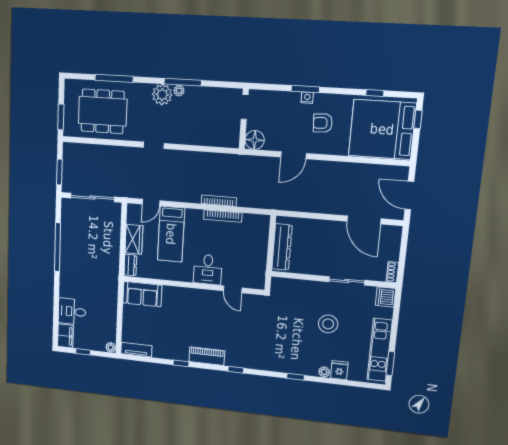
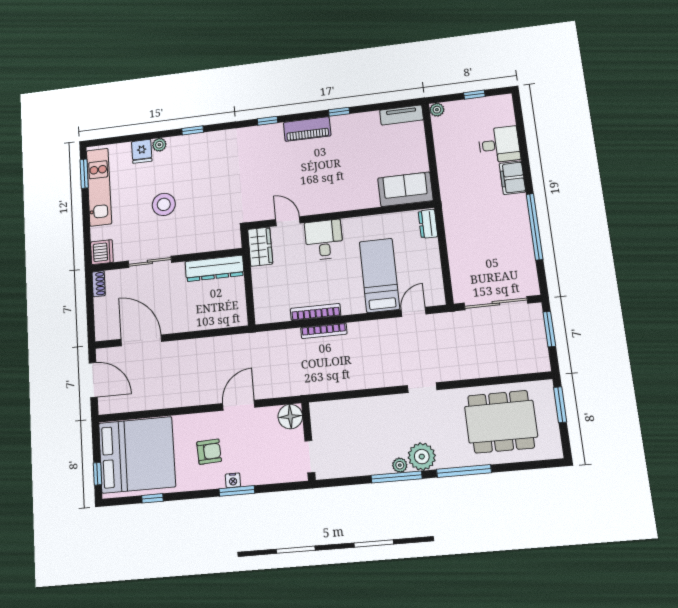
window: (114, 78) -> (464, 471), moved
wardrobe: (134, 239) -> (260, 247), moved, turned 180
dresser: (282, 247) -> (214, 268), moved, turned -90
filing cabinet: (65, 336) -> (512, 178), moved

